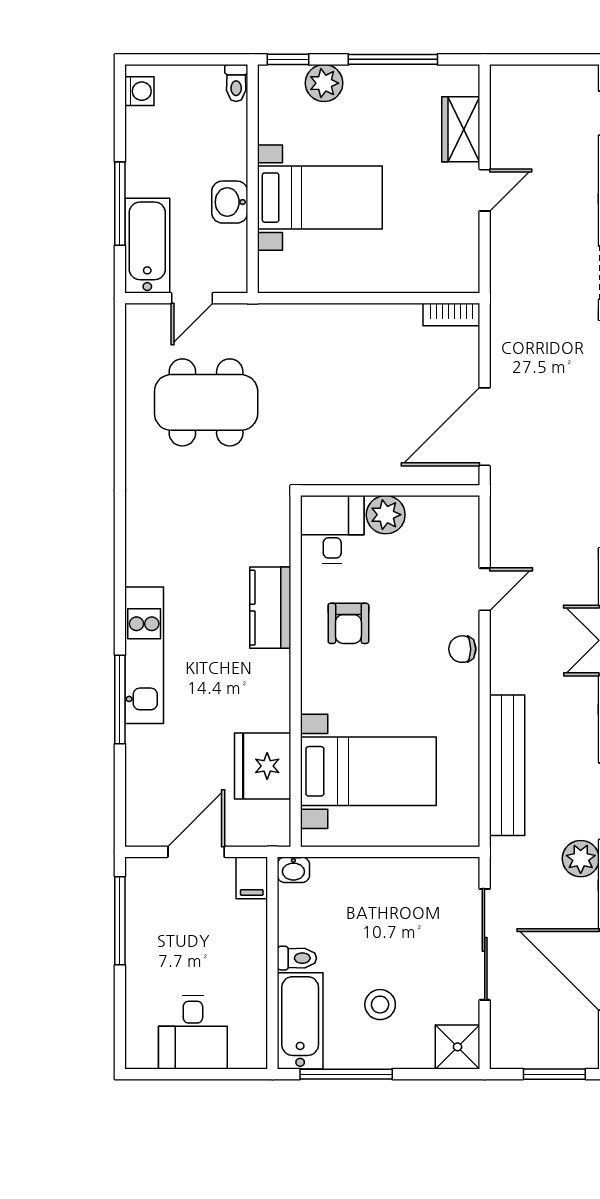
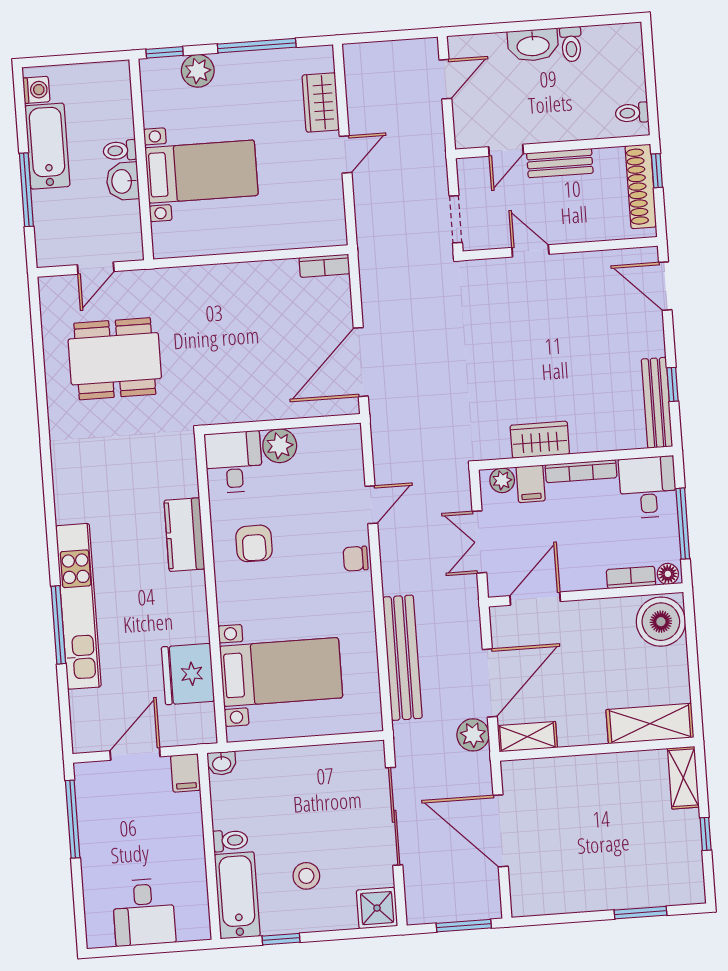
toilet: (236, 83) -> (120, 150), moved, turned 90
bathtub: (147, 246) -> (47, 146), moved
kitchen unit: (144, 655) -> (78, 606), width x1.36
window: (346, 1074) -> (281, 939), width x0.46

